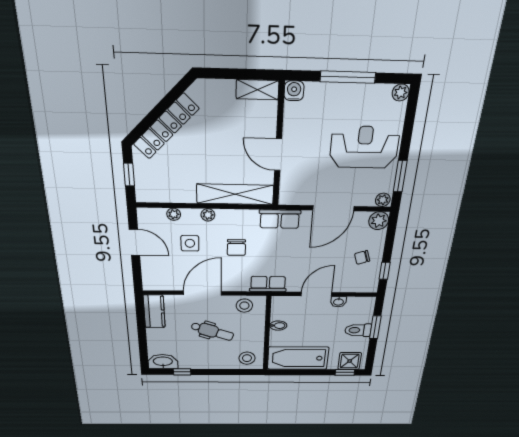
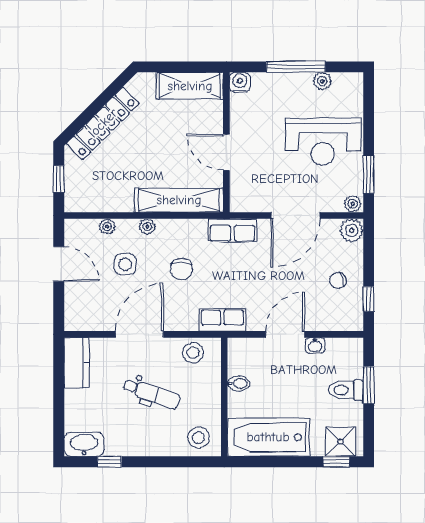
shelving: (257, 90) -> (190, 86), width x1.50, depth x1.33
plant: (401, 92) -> (322, 81), moved
reception desk: (364, 147) -> (323, 142), turned 180

